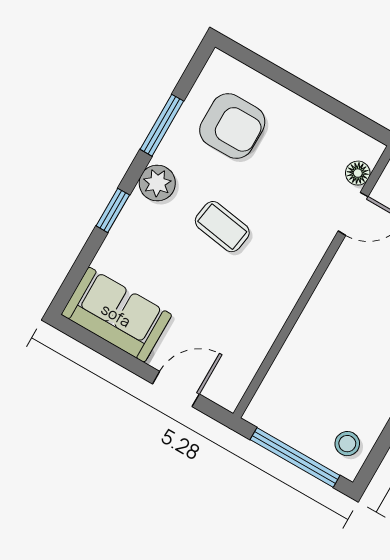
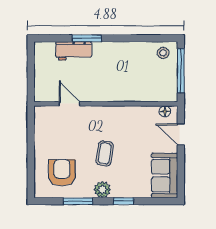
floor lamp: (358, 173) -> (165, 111), moved

